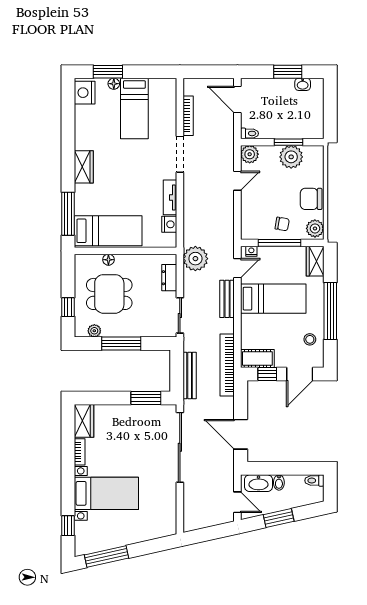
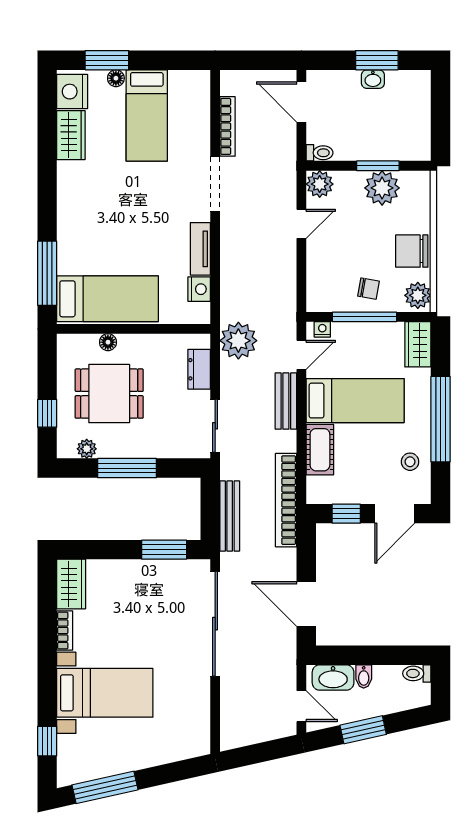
washbasin: (303, 84) -> (373, 79), moved
wardrobe: (84, 167) -> (71, 135), moved
cot: (257, 358) -> (320, 450), moved, turned 90

